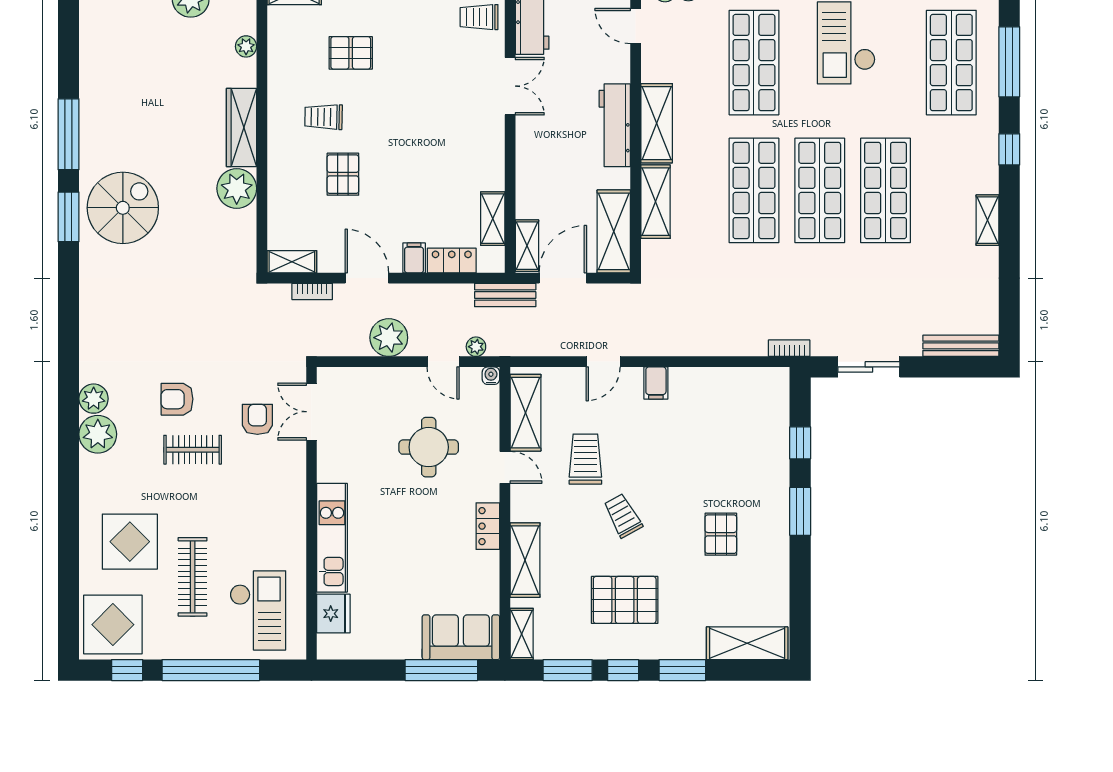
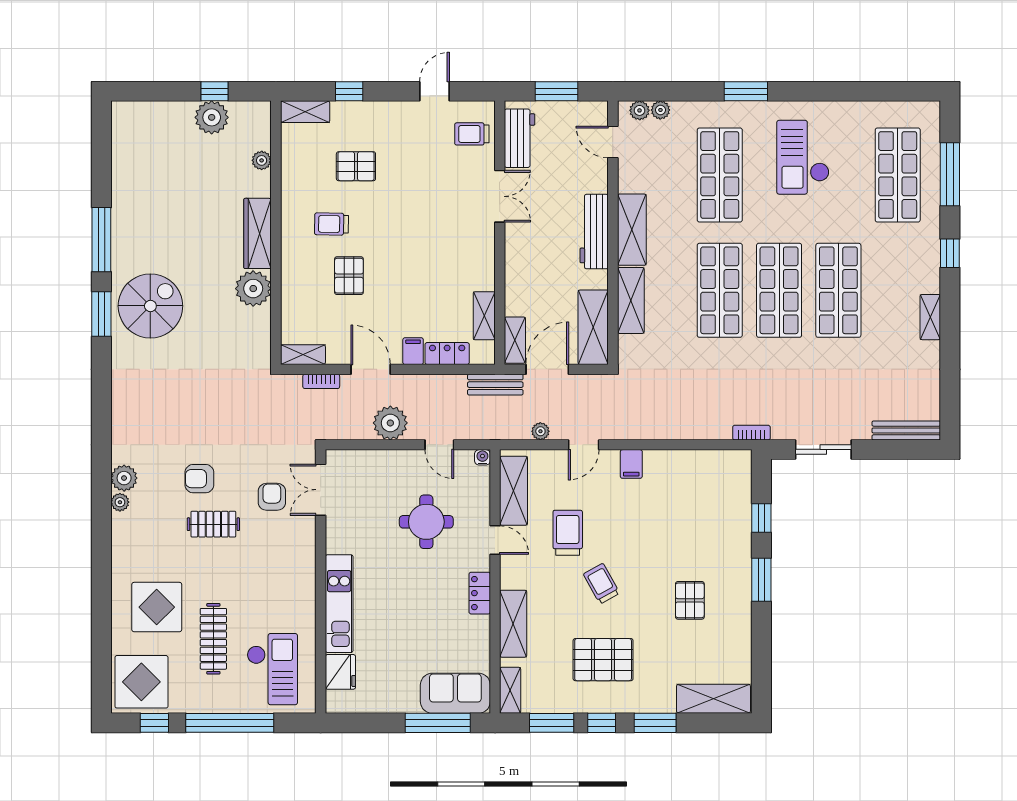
plant: (476, 347) -> (540, 431), moved
plant: (98, 434) -> (120, 502), width x0.53, depth x0.53

